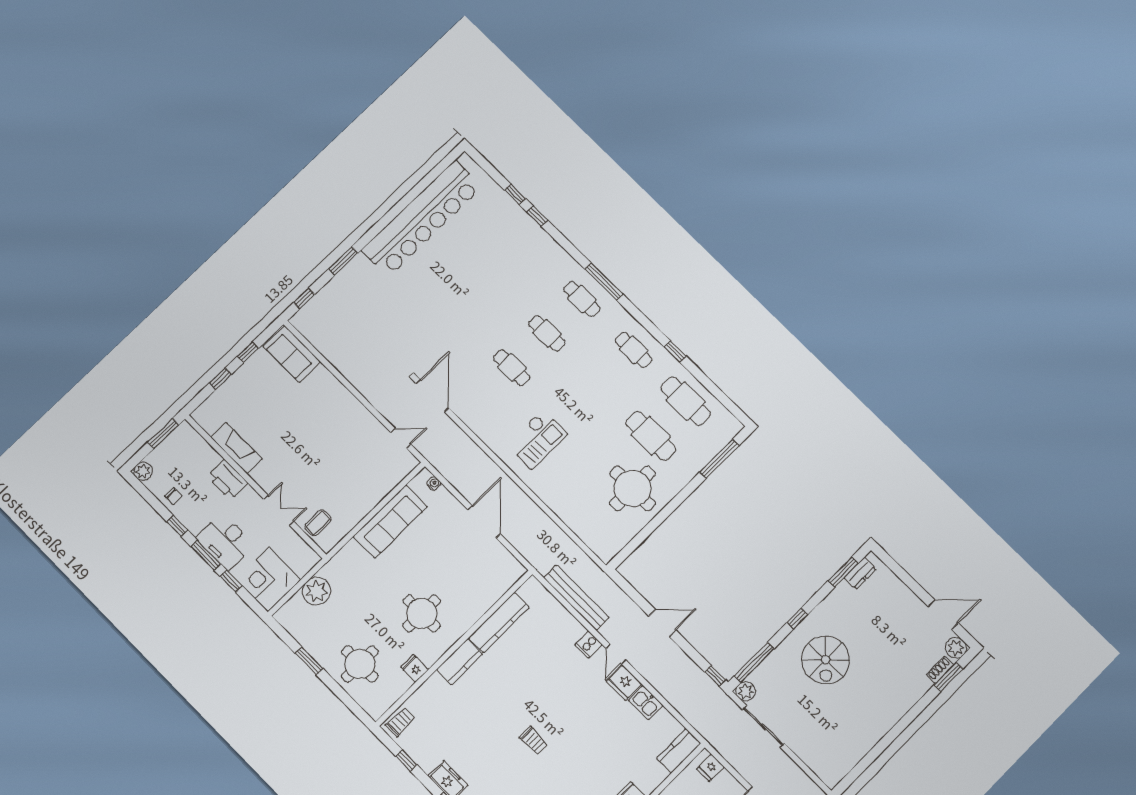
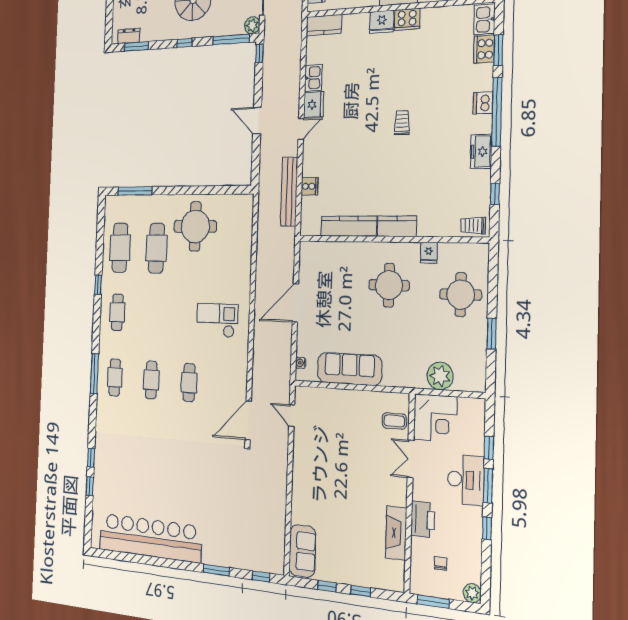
chair: (173, 496) -> (441, 563), moved
corner desk: (268, 580) -> (435, 418), moved
cooker: (589, 645) -> (310, 186), moved

